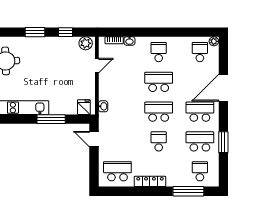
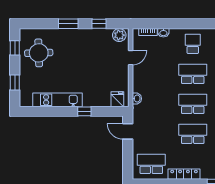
window: (51, 119) -> (84, 111), width x0.46
school desk: (159, 141) -> (193, 134), width x1.85

